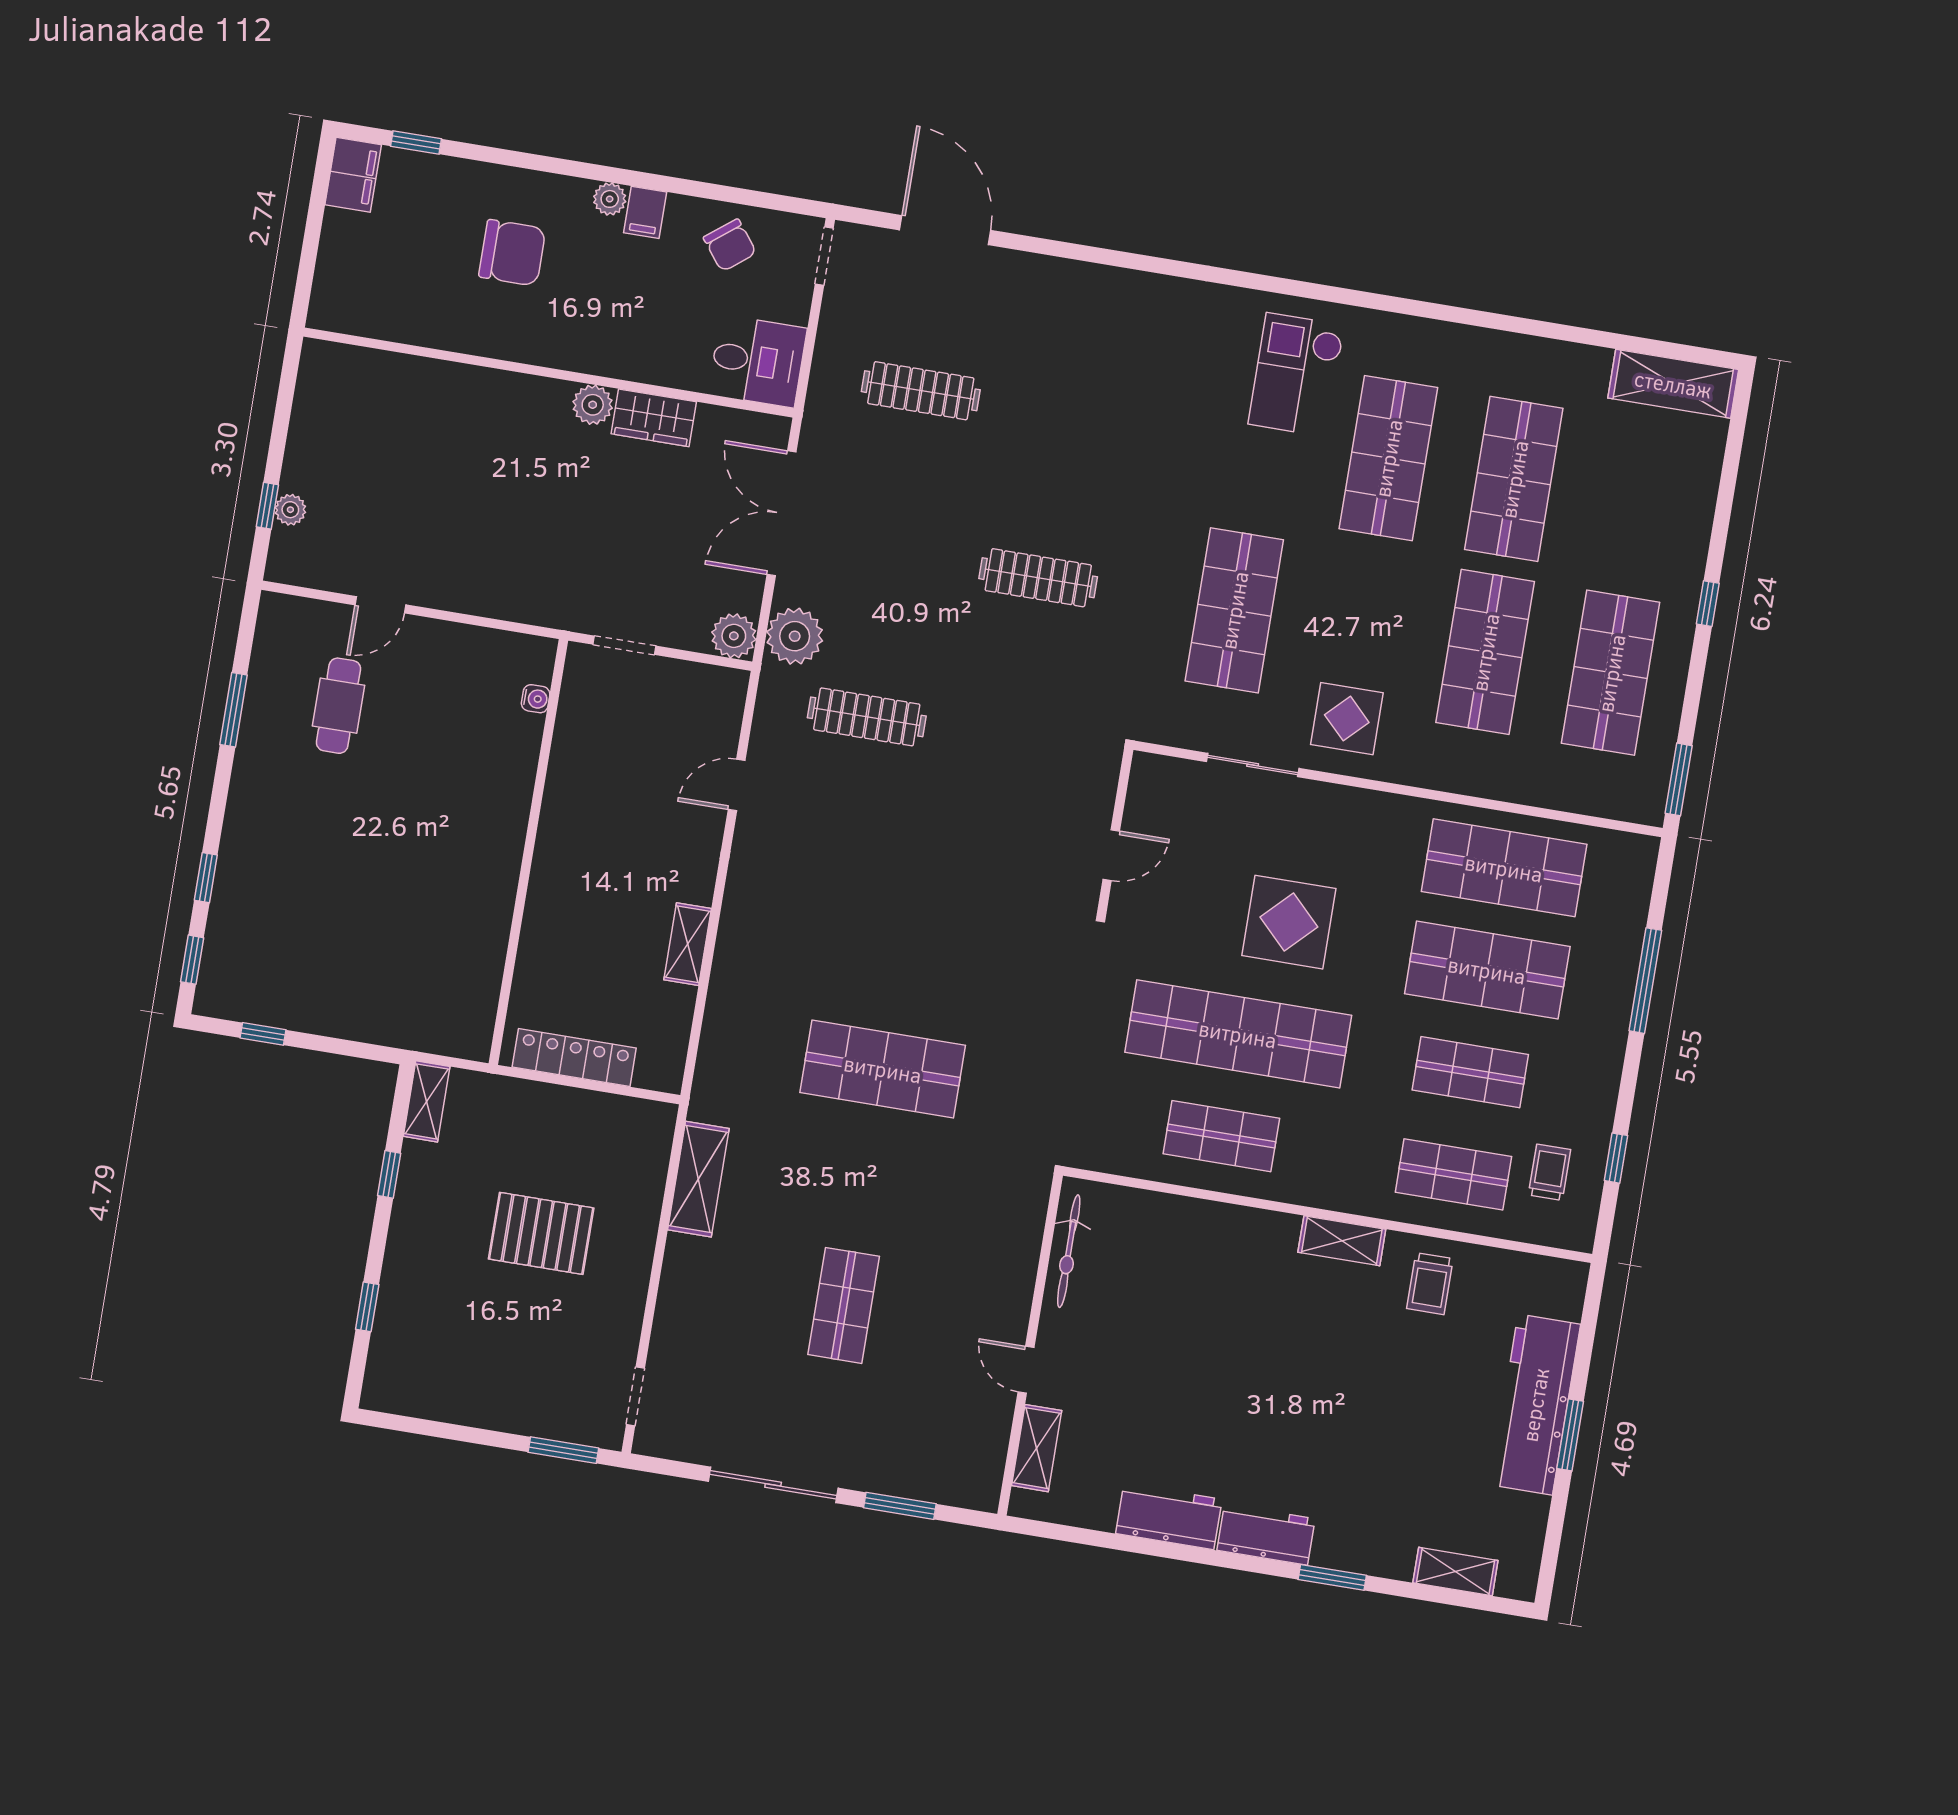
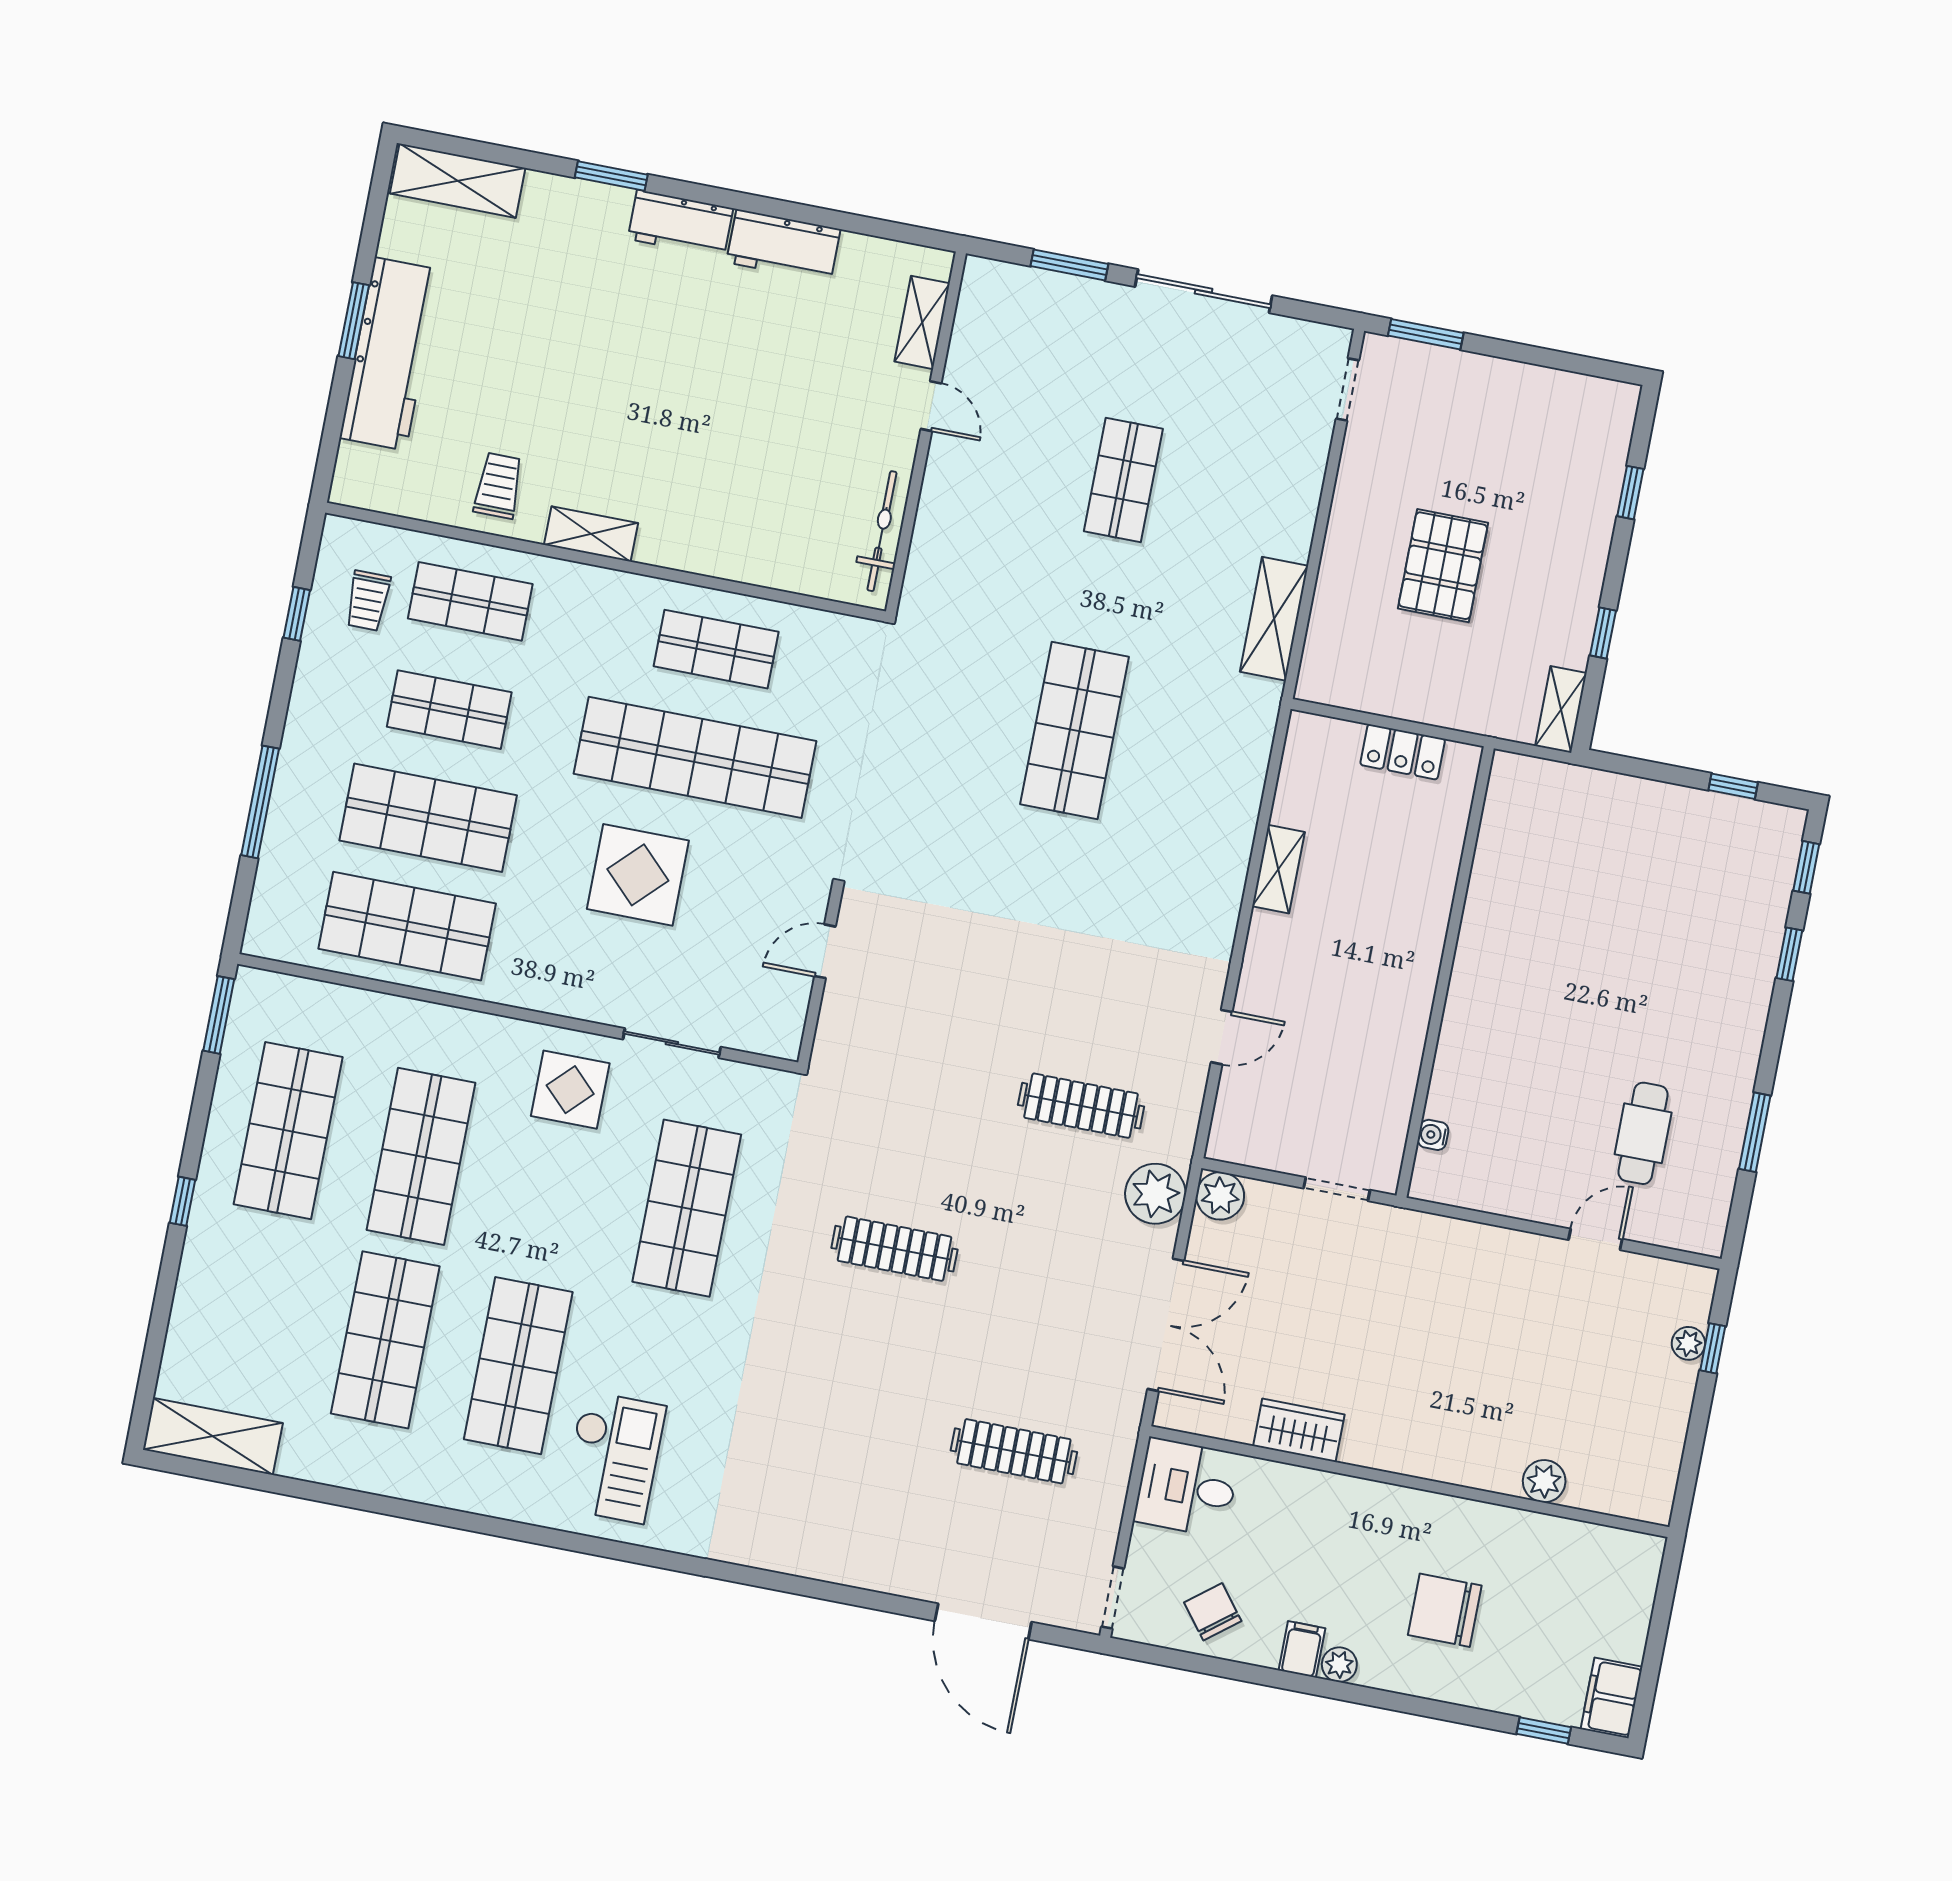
plant: (593, 405) -> (1544, 1481), moved
locker: (574, 1057) -> (1403, 752), width x0.66
shop shelf: (883, 1069) -> (1075, 730), turned 90
pallet: (541, 1233) -> (1443, 566), turned 90
shelving: (1455, 1572) -> (458, 181), width x1.50, depth x1.33

